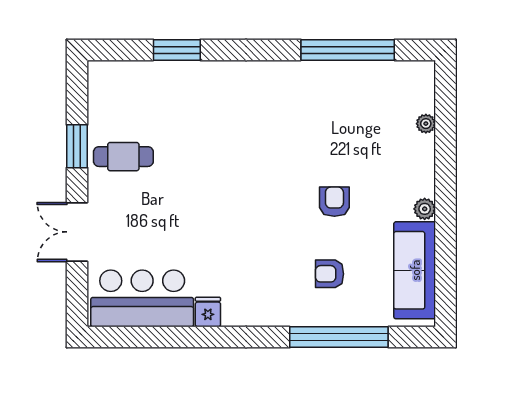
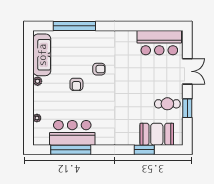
booth: (148, 86) -> (157, 134), added
bar counter: (344, 89) -> (72, 133), added
armchair: (330, 274) -> (99, 69), moved
fridge: (208, 312) -> (131, 37), removed

